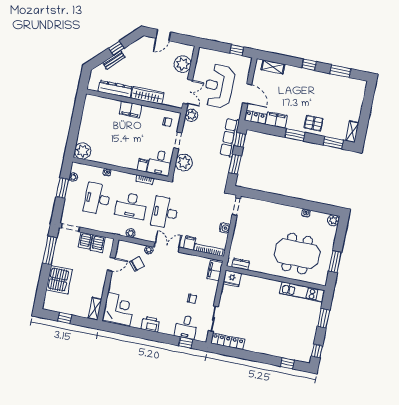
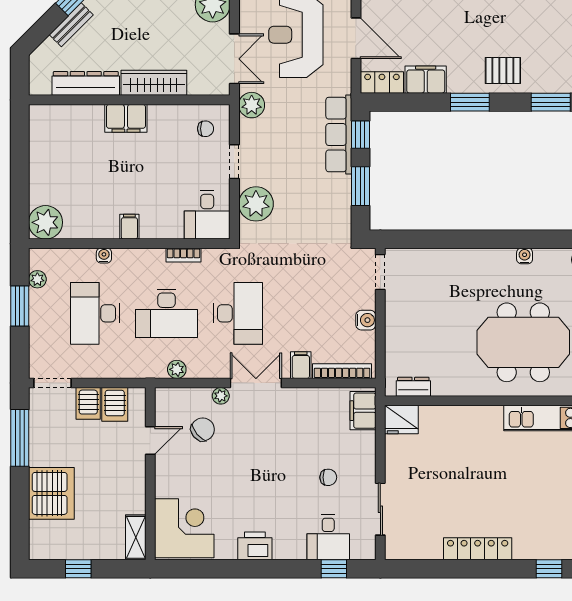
filing cabinet: (143, 165) -> (129, 227), moved
desk: (165, 213) -> (238, 313), turned 180
locker: (228, 341) -> (478, 549), moved

